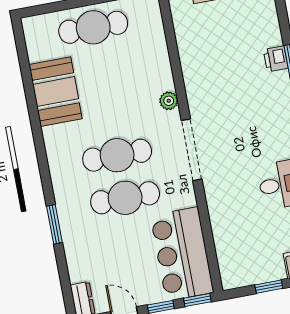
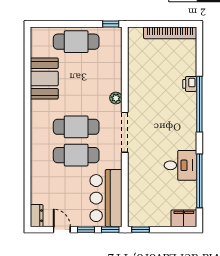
window: (54, 224) -> (28, 164), removed
window: (269, 287) -> (140, 230), moved

